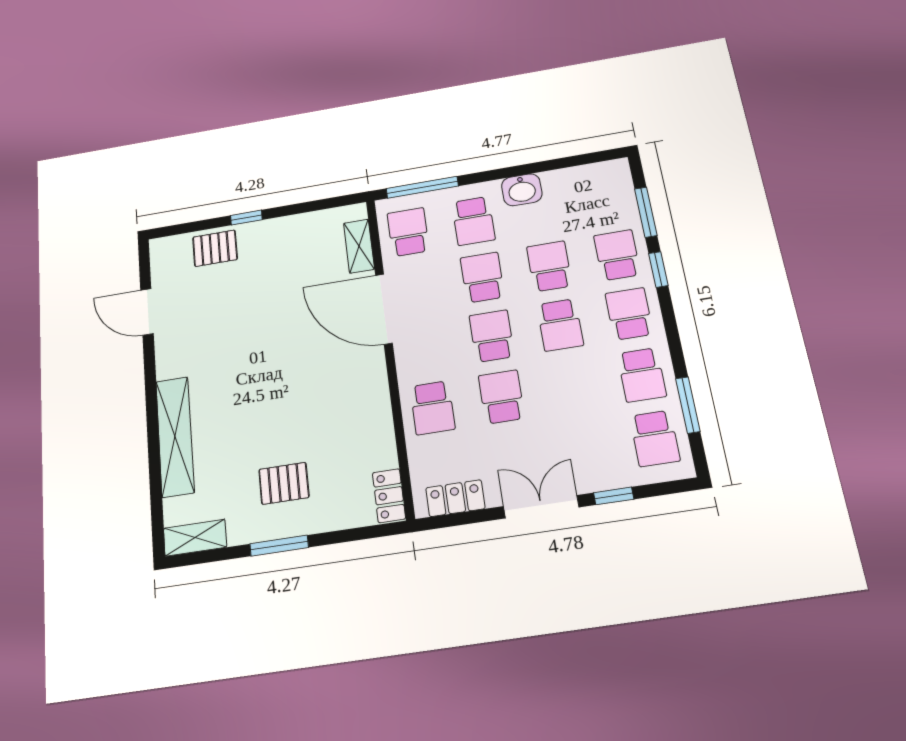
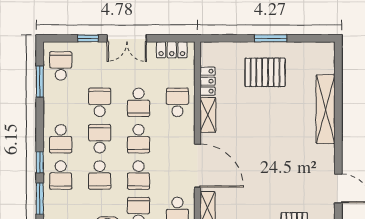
school desk: (642, 375) -> (100, 102), moved
pallet: (284, 483) -> (265, 72), width x1.50, depth x1.42
locker: (389, 496) -> (208, 81), moved
shelving: (195, 538) -> (208, 115), moved, turned 90

